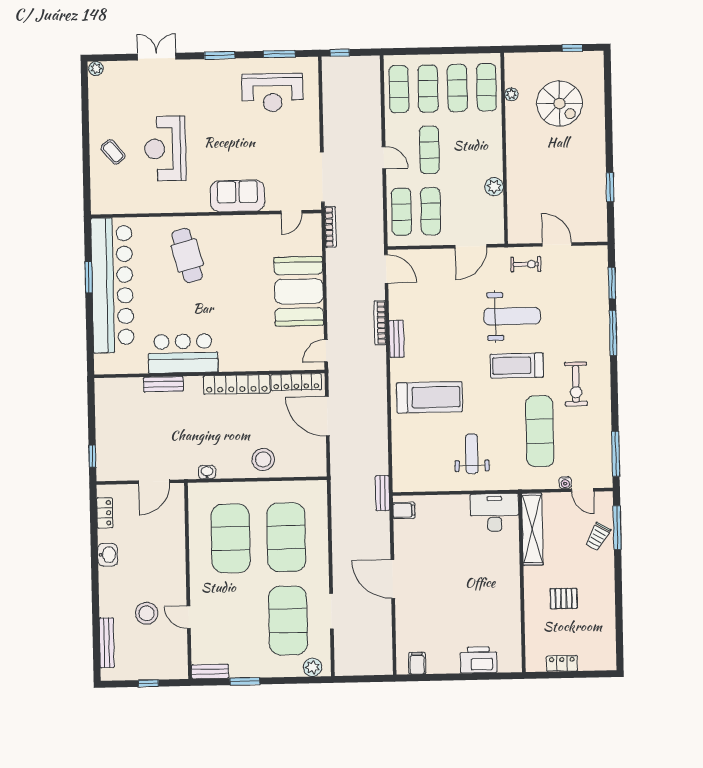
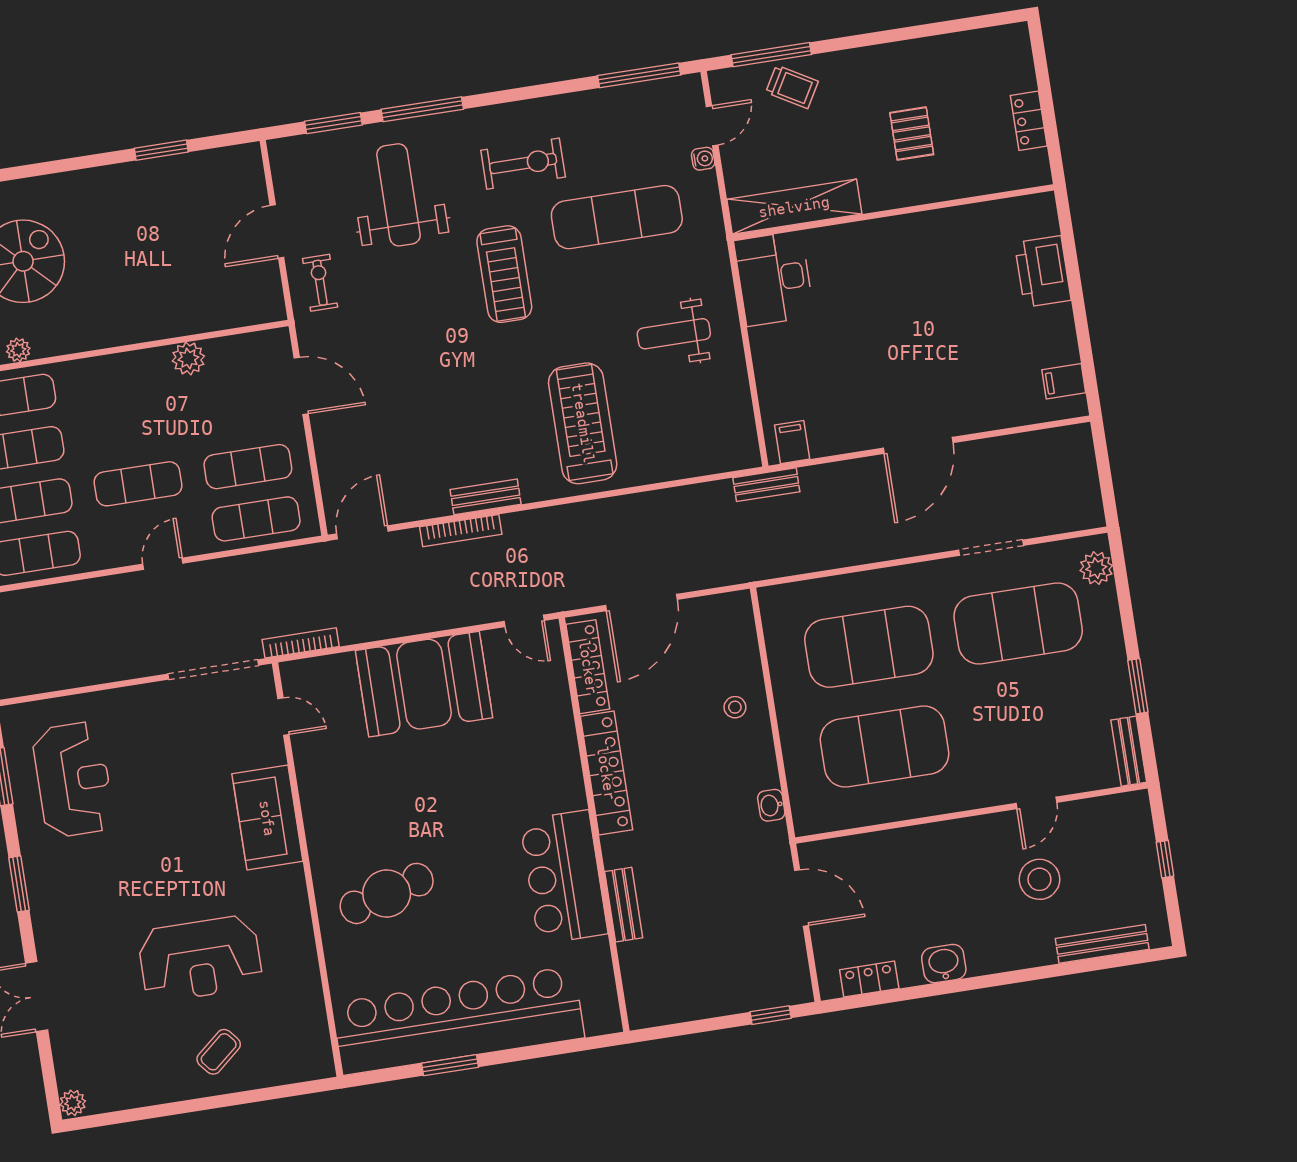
weight bench: (512, 316) -> (399, 195), moved
stool: (263, 460) -> (735, 707), width x0.53, depth x0.53

